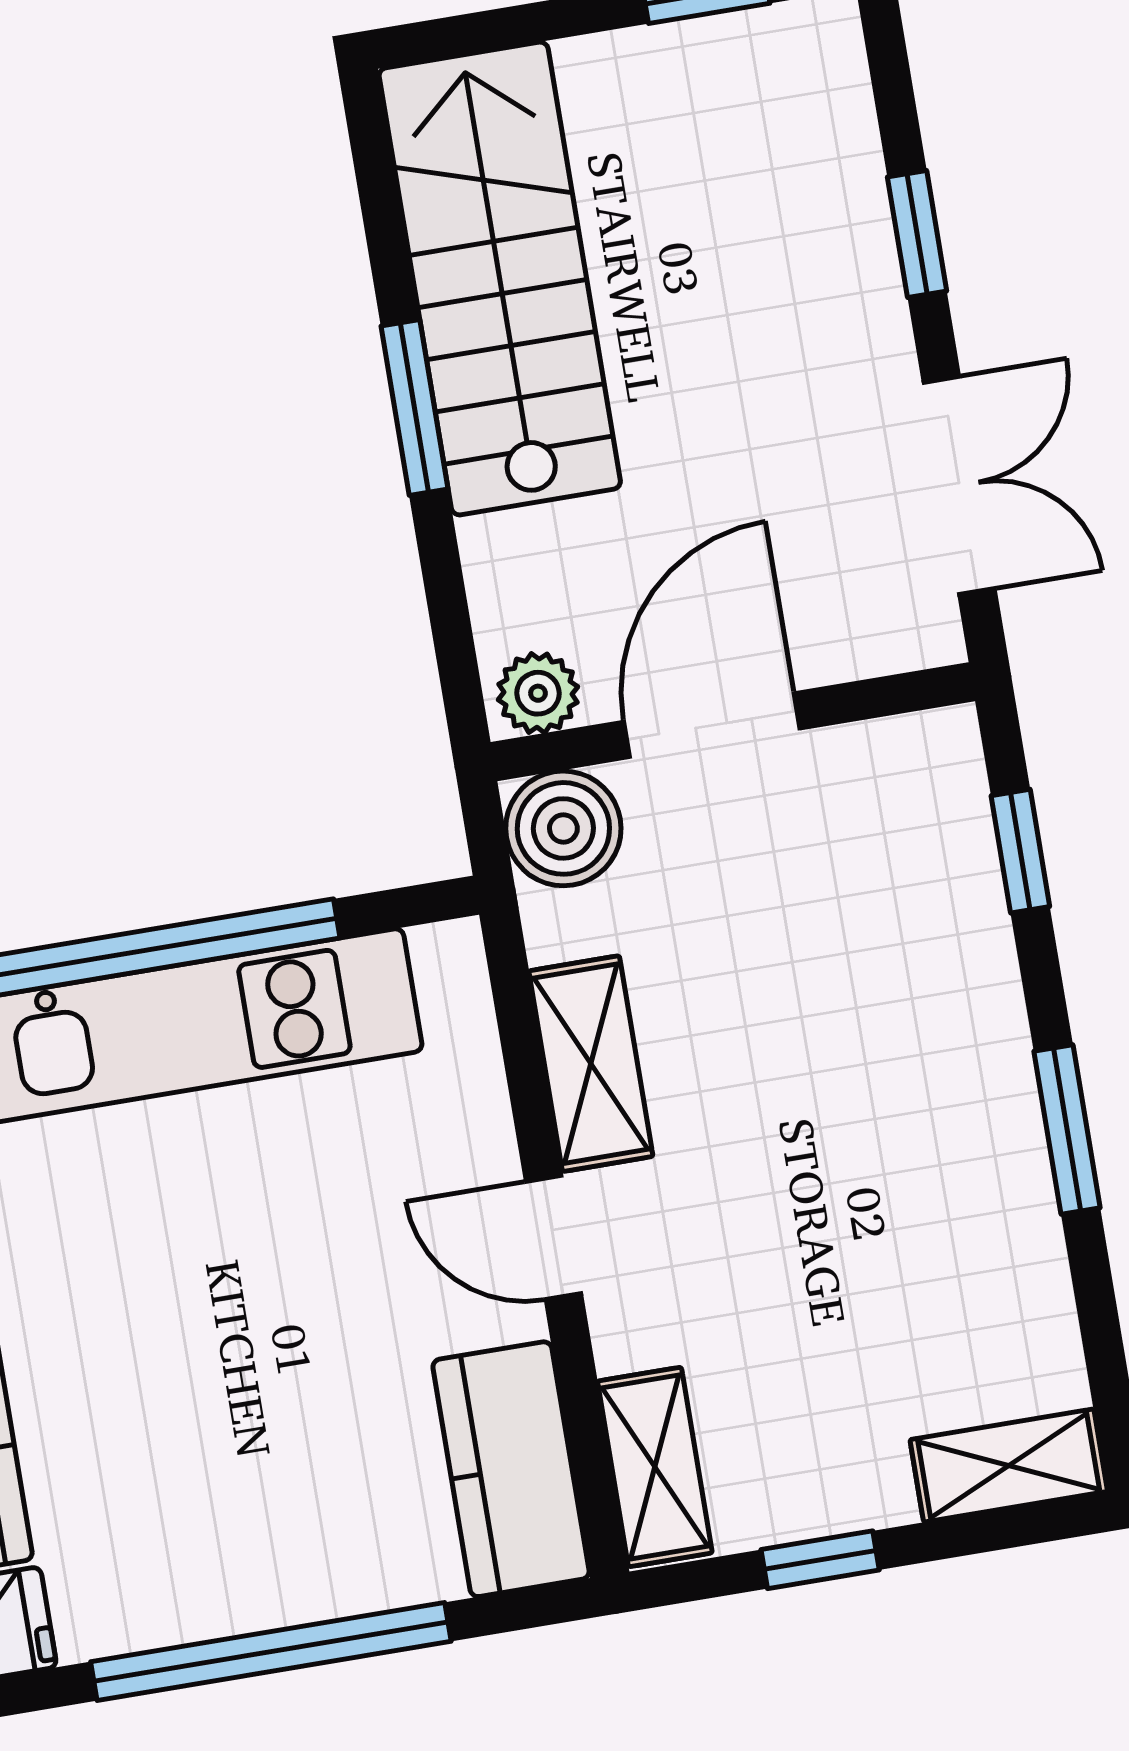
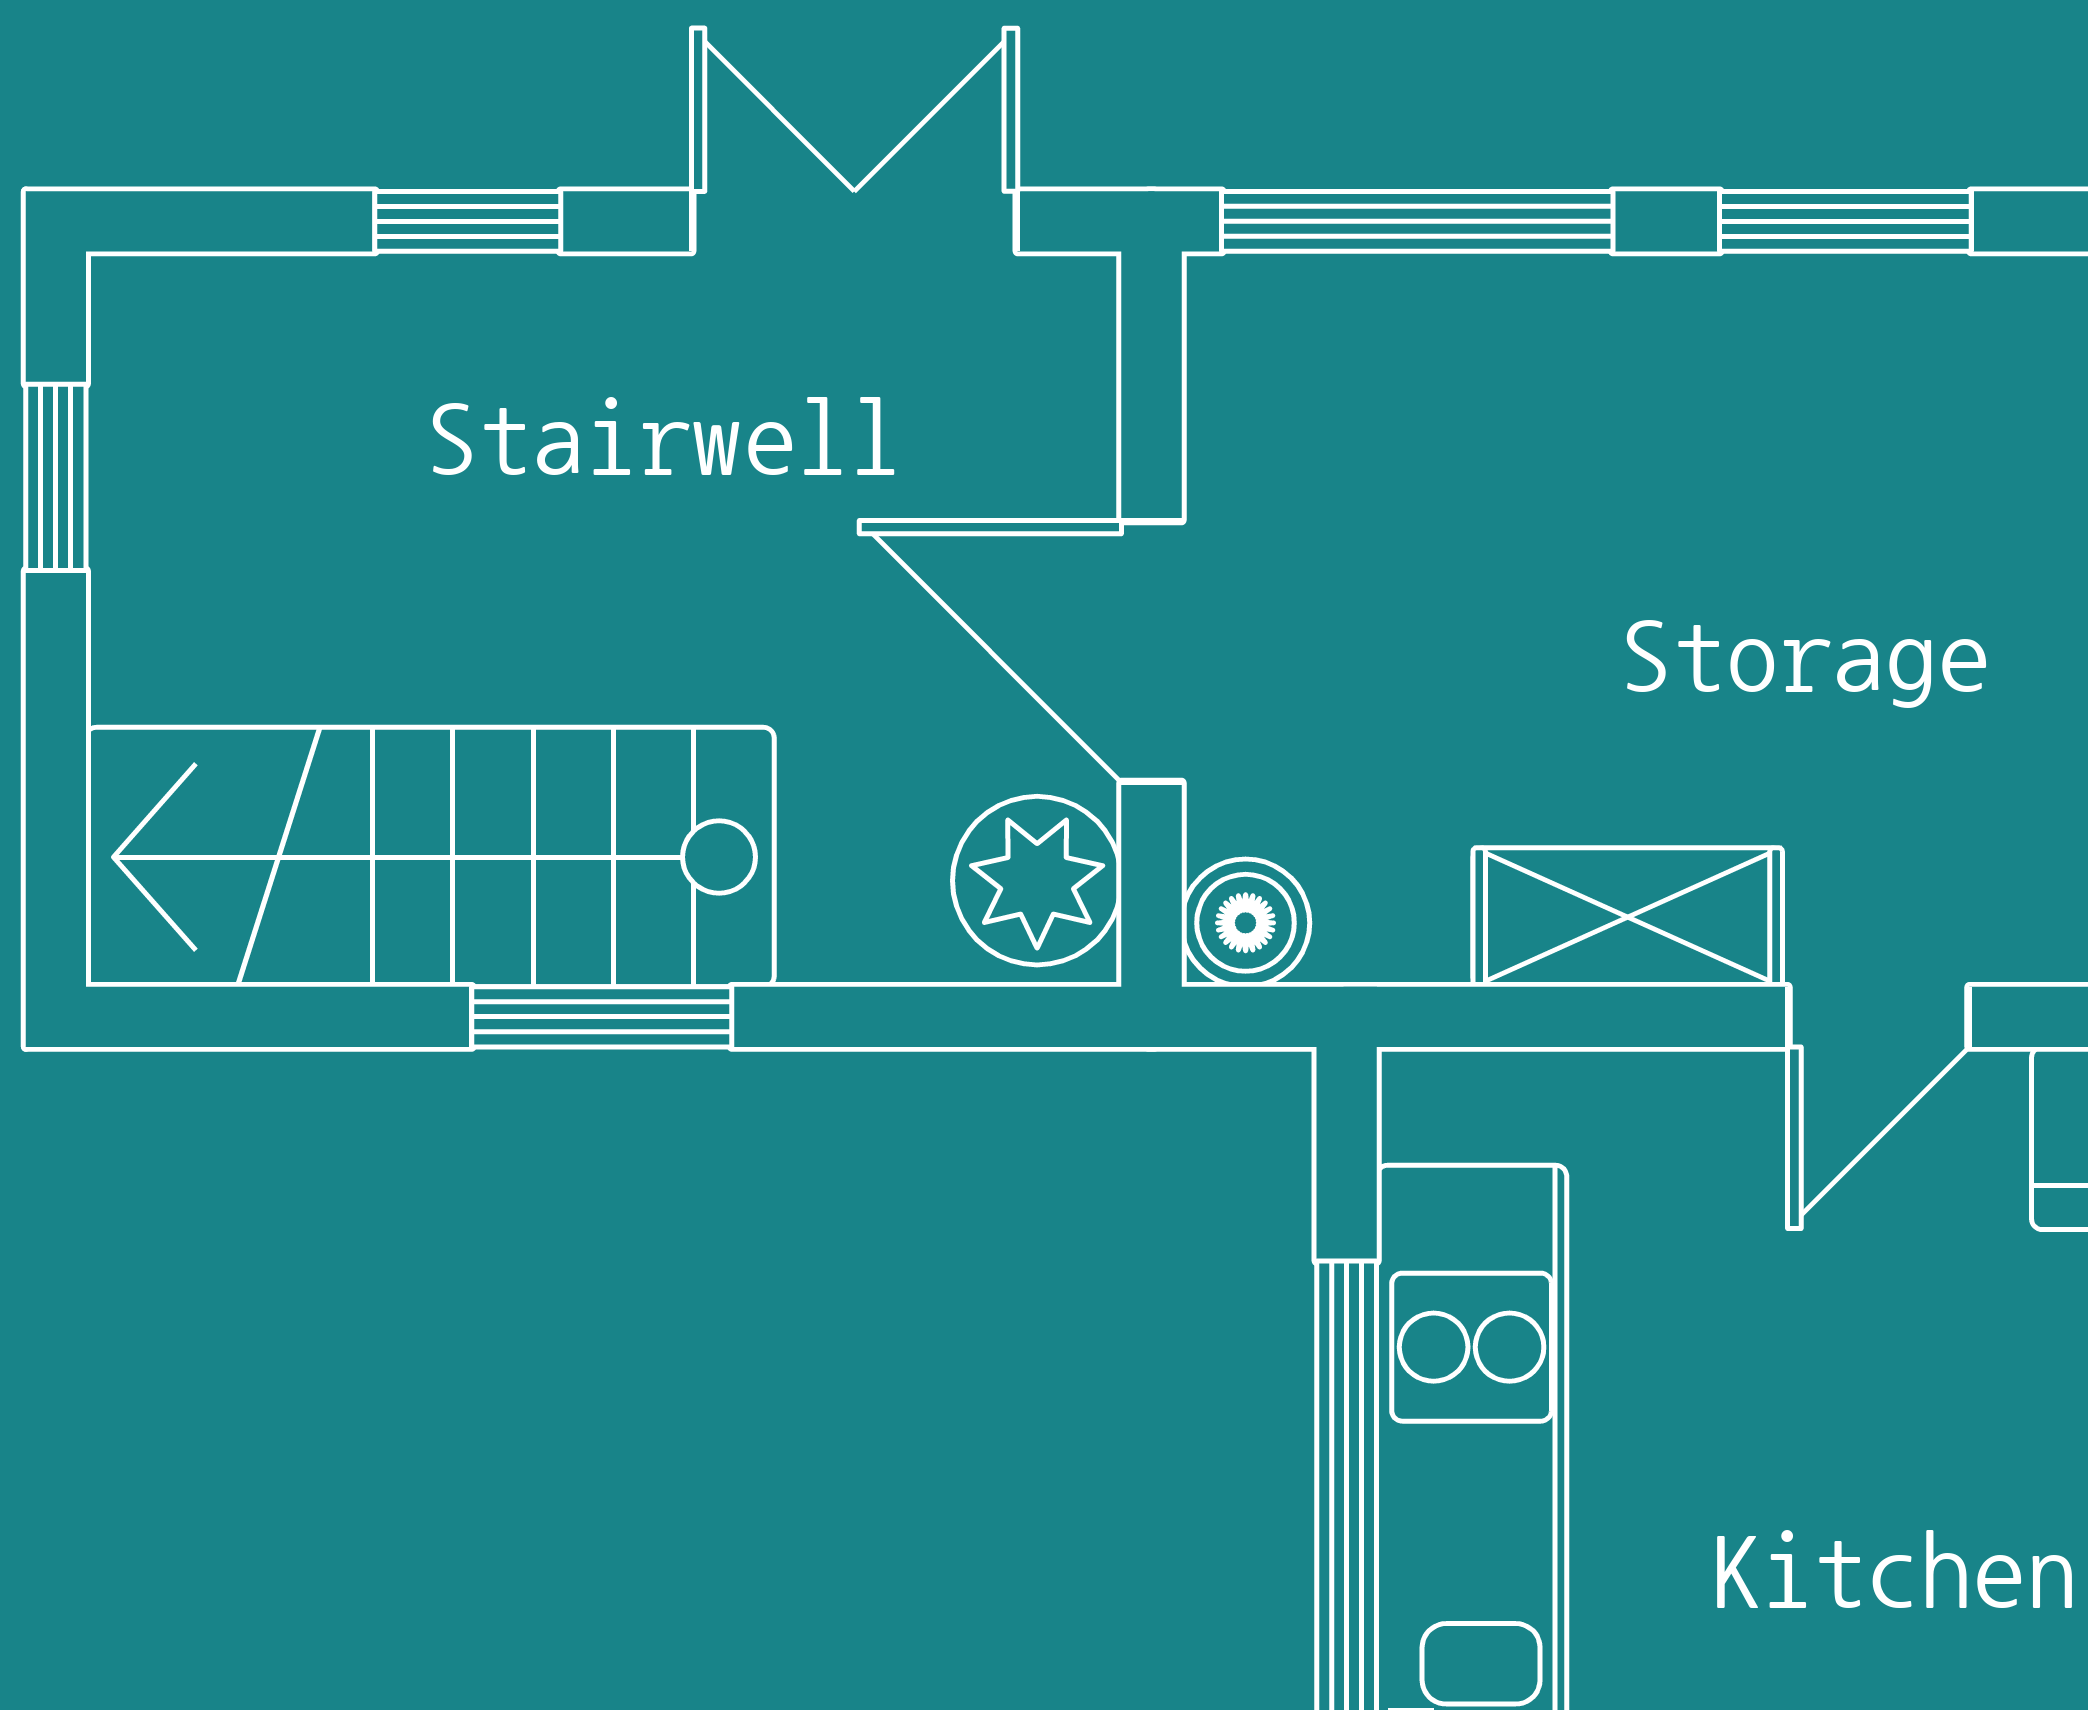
plant: (538, 693) -> (1037, 881), width x1.38, depth x1.38
boiler: (563, 828) -> (1246, 923), width x0.73, depth x0.73
window: (1020, 851) -> (1417, 221), width x2.17

